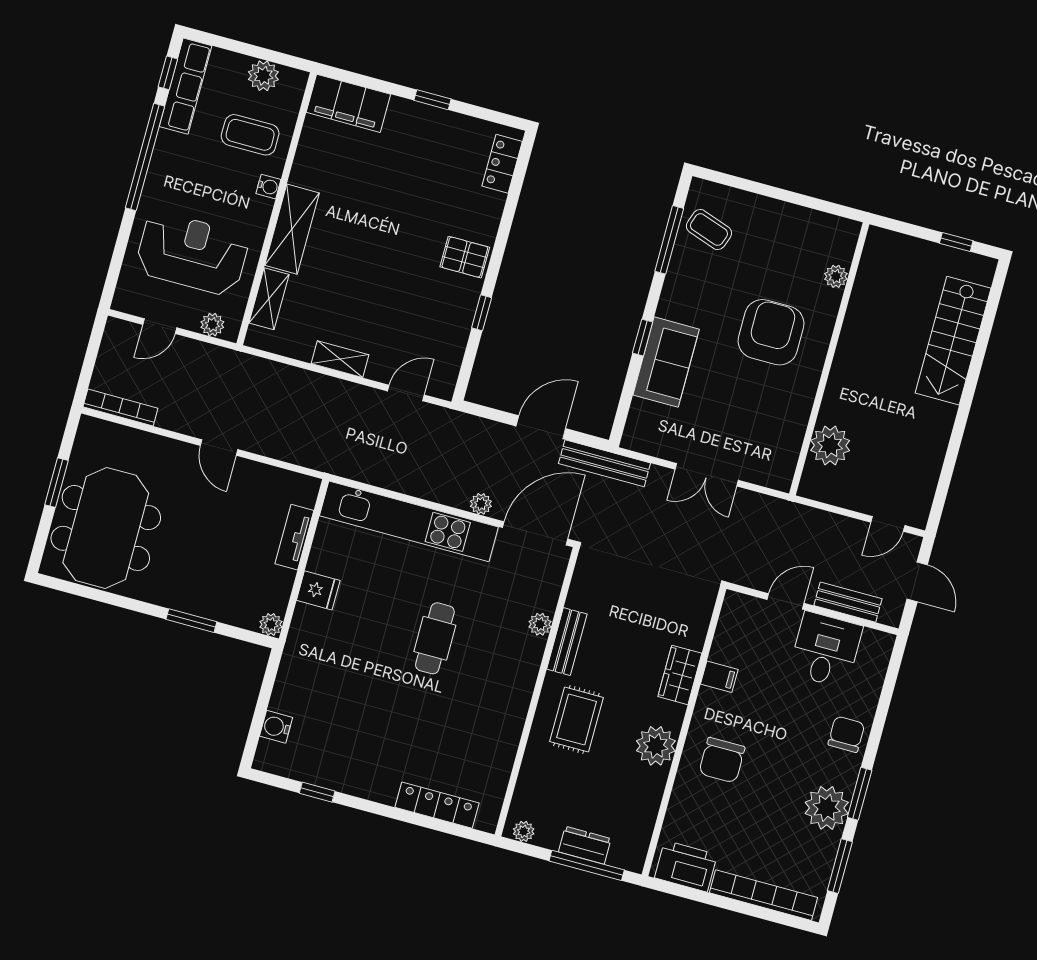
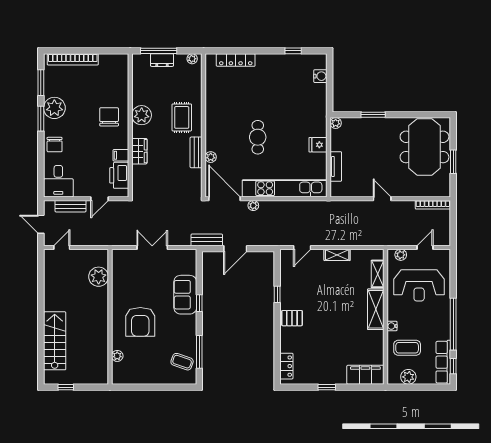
bench: (605, 463) -> (207, 240), width x0.73
door: (535, 533) -> (224, 199), swing flipped
desk: (826, 650) -> (58, 181), moved
printer: (686, 866) -> (119, 175), moved, turned 90

